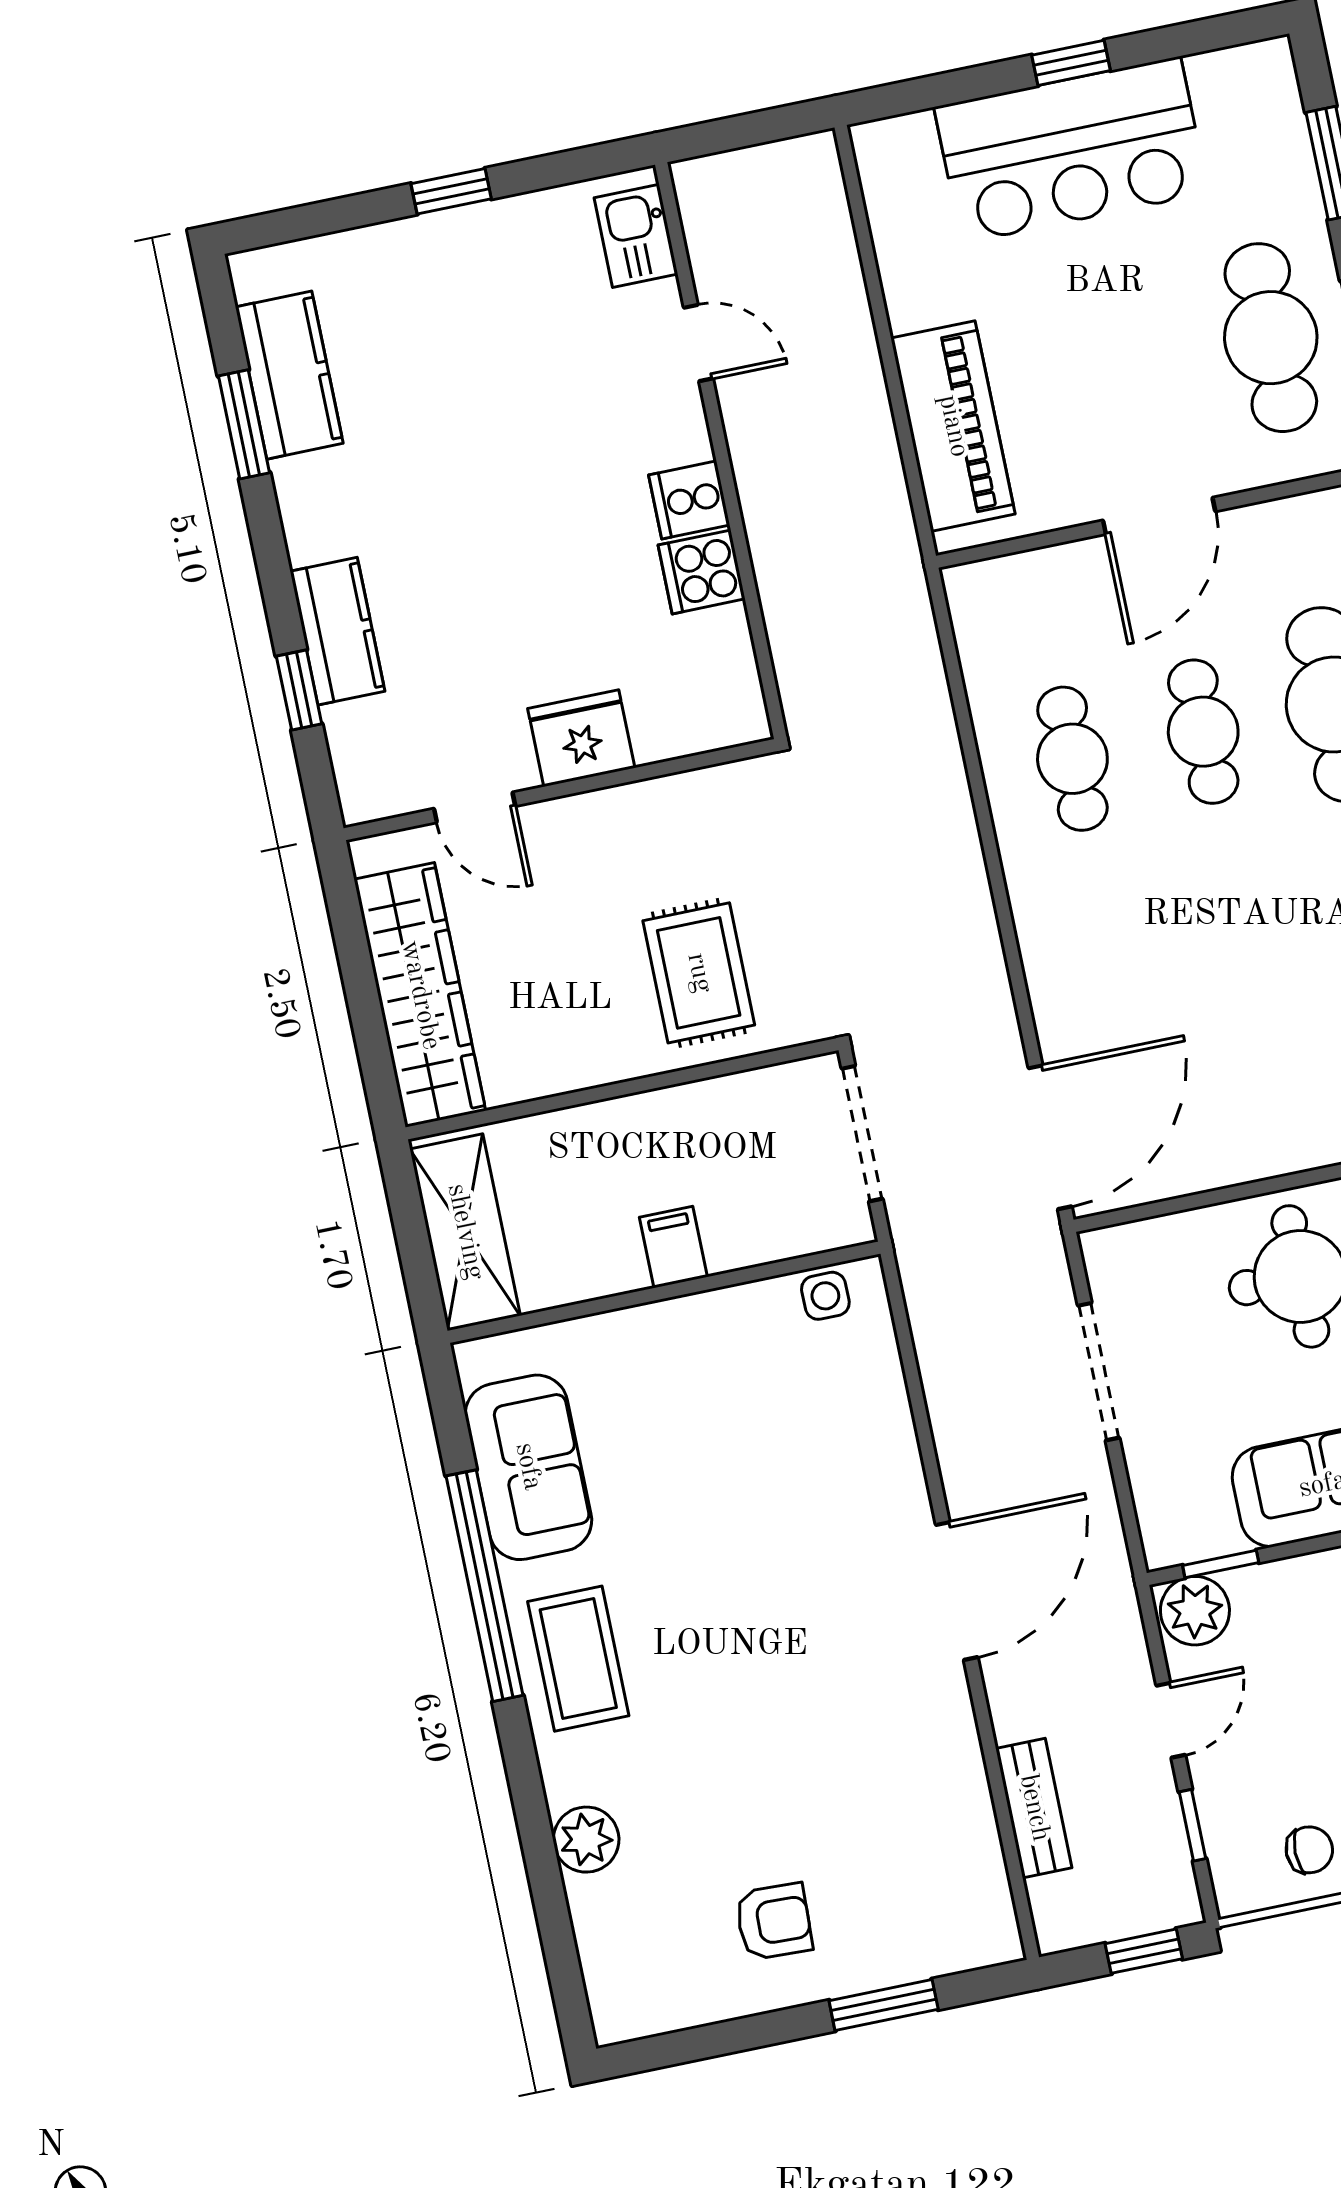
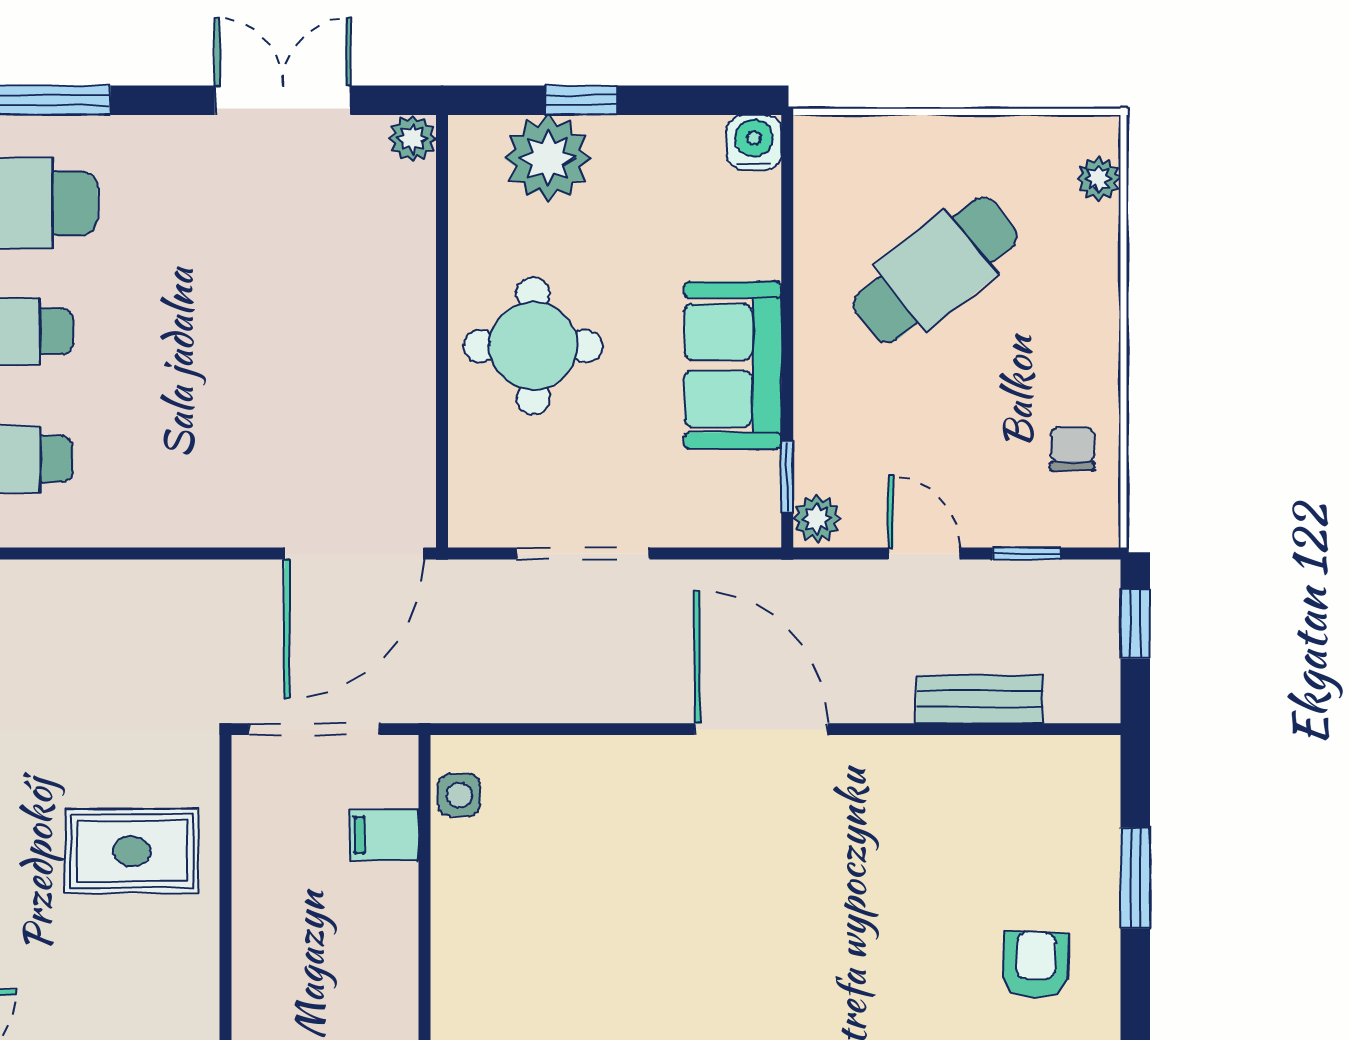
door: (1050, 1137) -> (354, 554), swing flipped
filing cabinet: (673, 1247) -> (384, 835), moved
plant: (1195, 1611) -> (817, 519), width x0.73, depth x0.73

